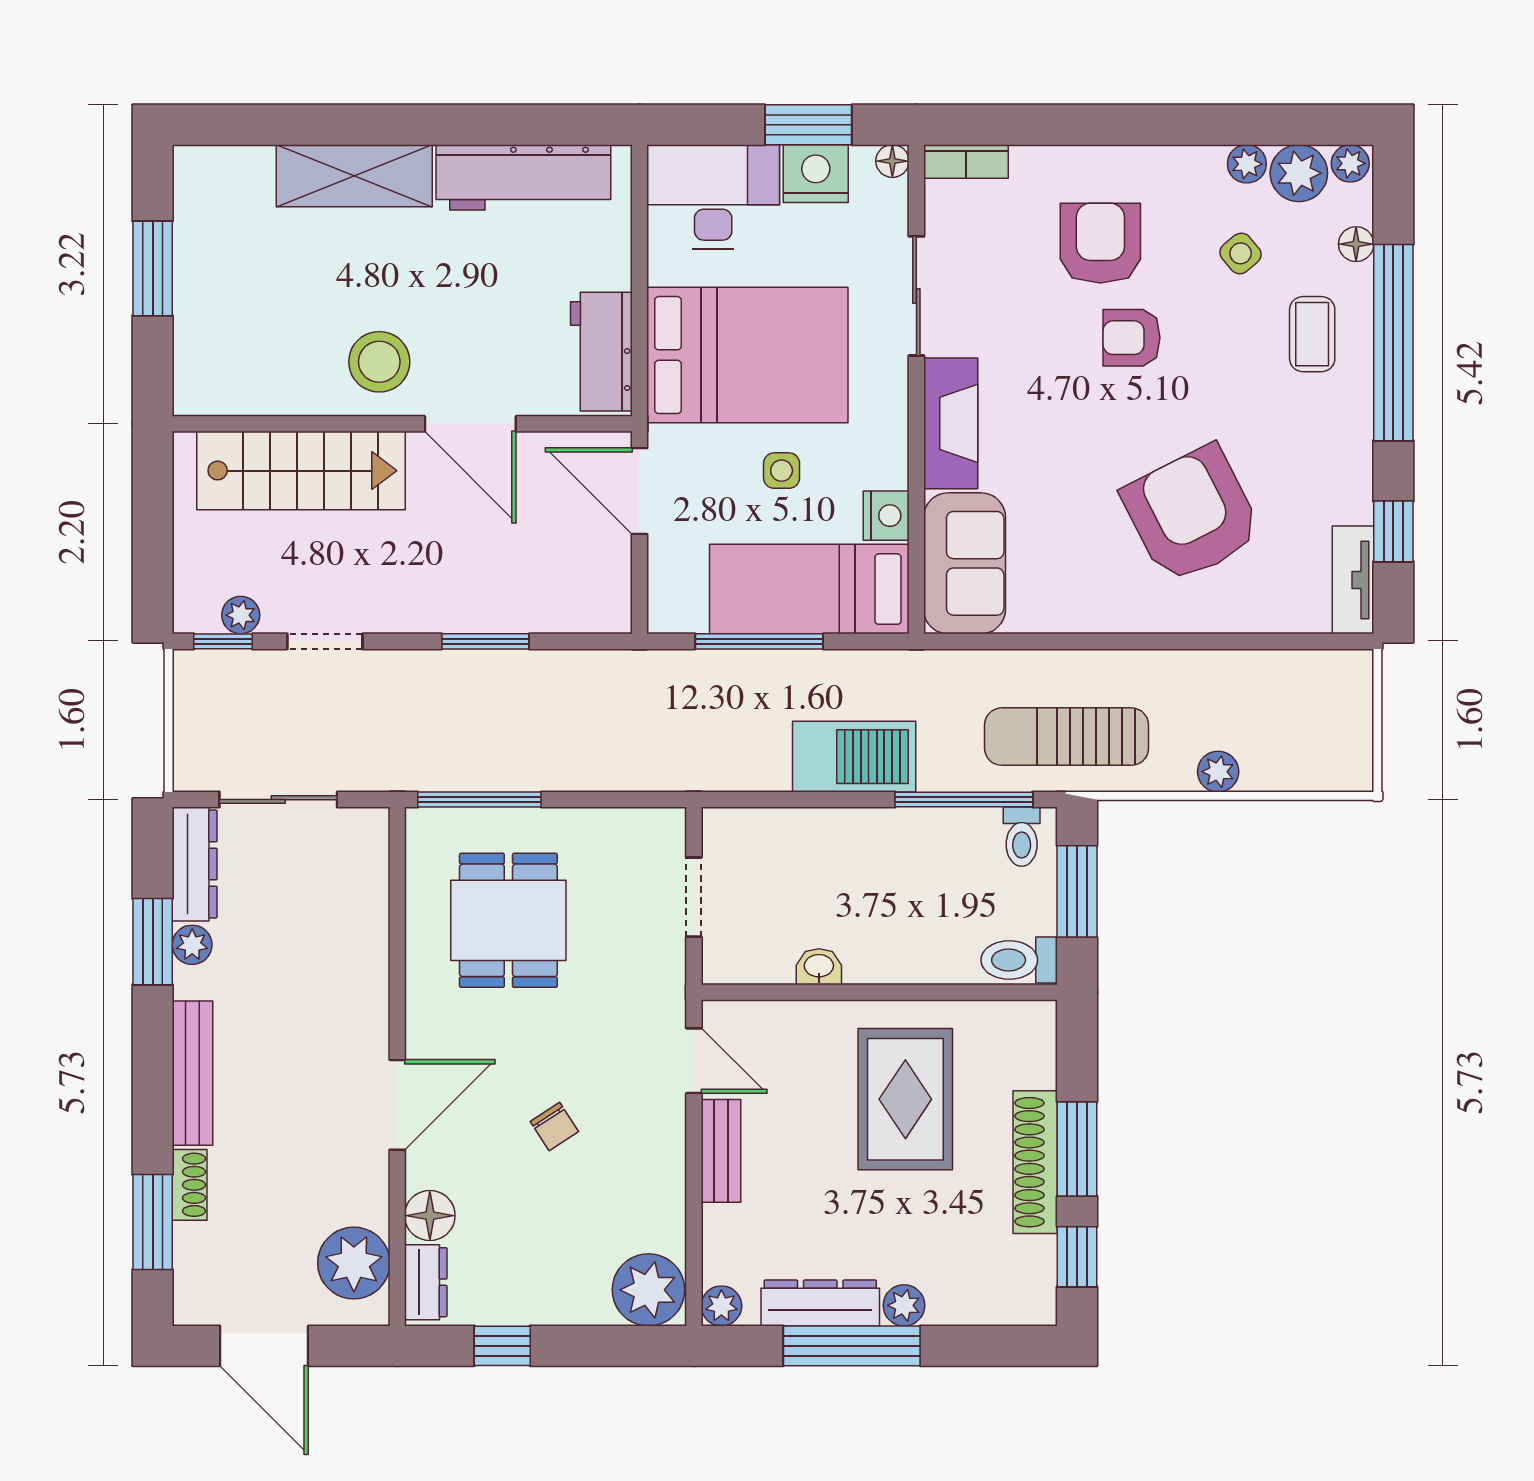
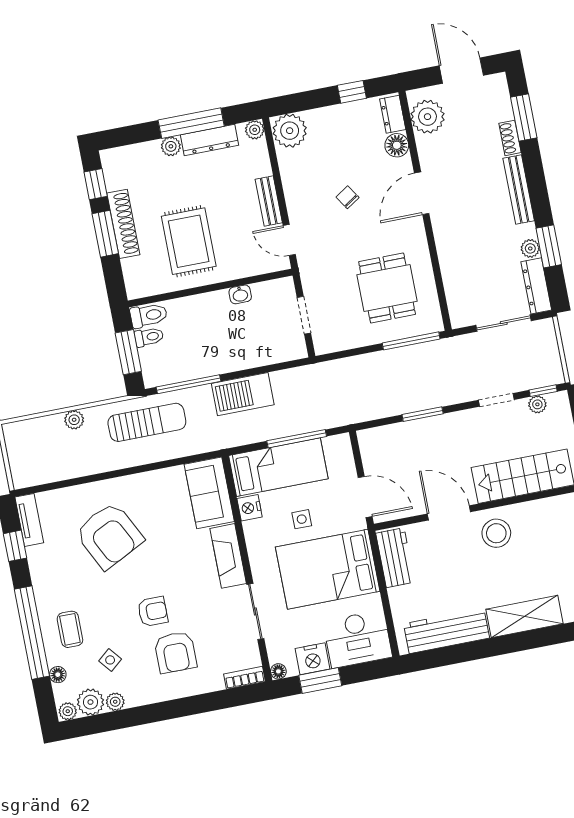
toilet: (1022, 837) -> (149, 337), moved, turned 90

